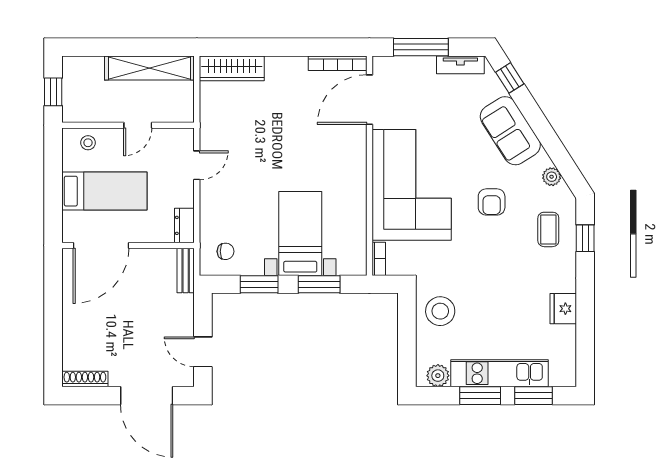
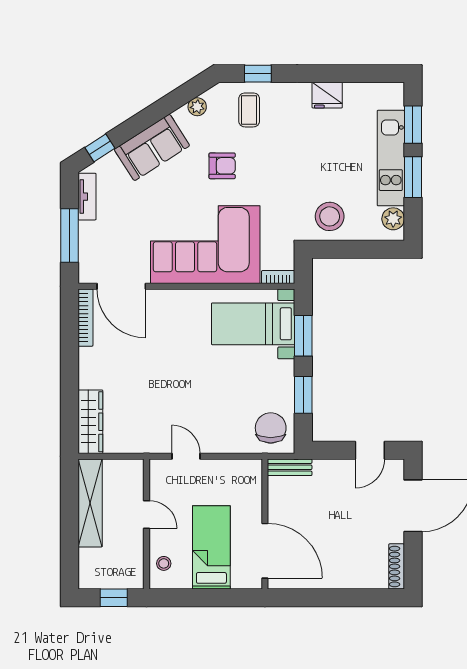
dresser: (184, 225) -> (245, 468), removed
coffee table: (548, 229) -> (249, 110), turned 90
bed with nightstands: (300, 233) -> (253, 324), moved
chair: (226, 251) -> (271, 428), width x1.87, depth x1.87

